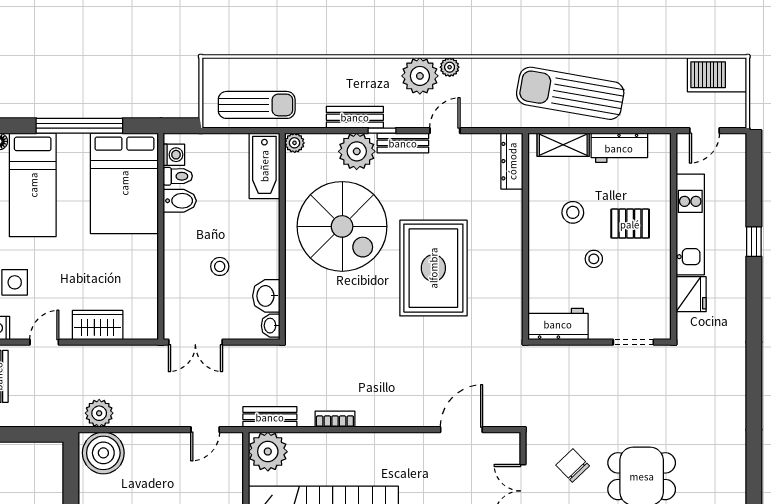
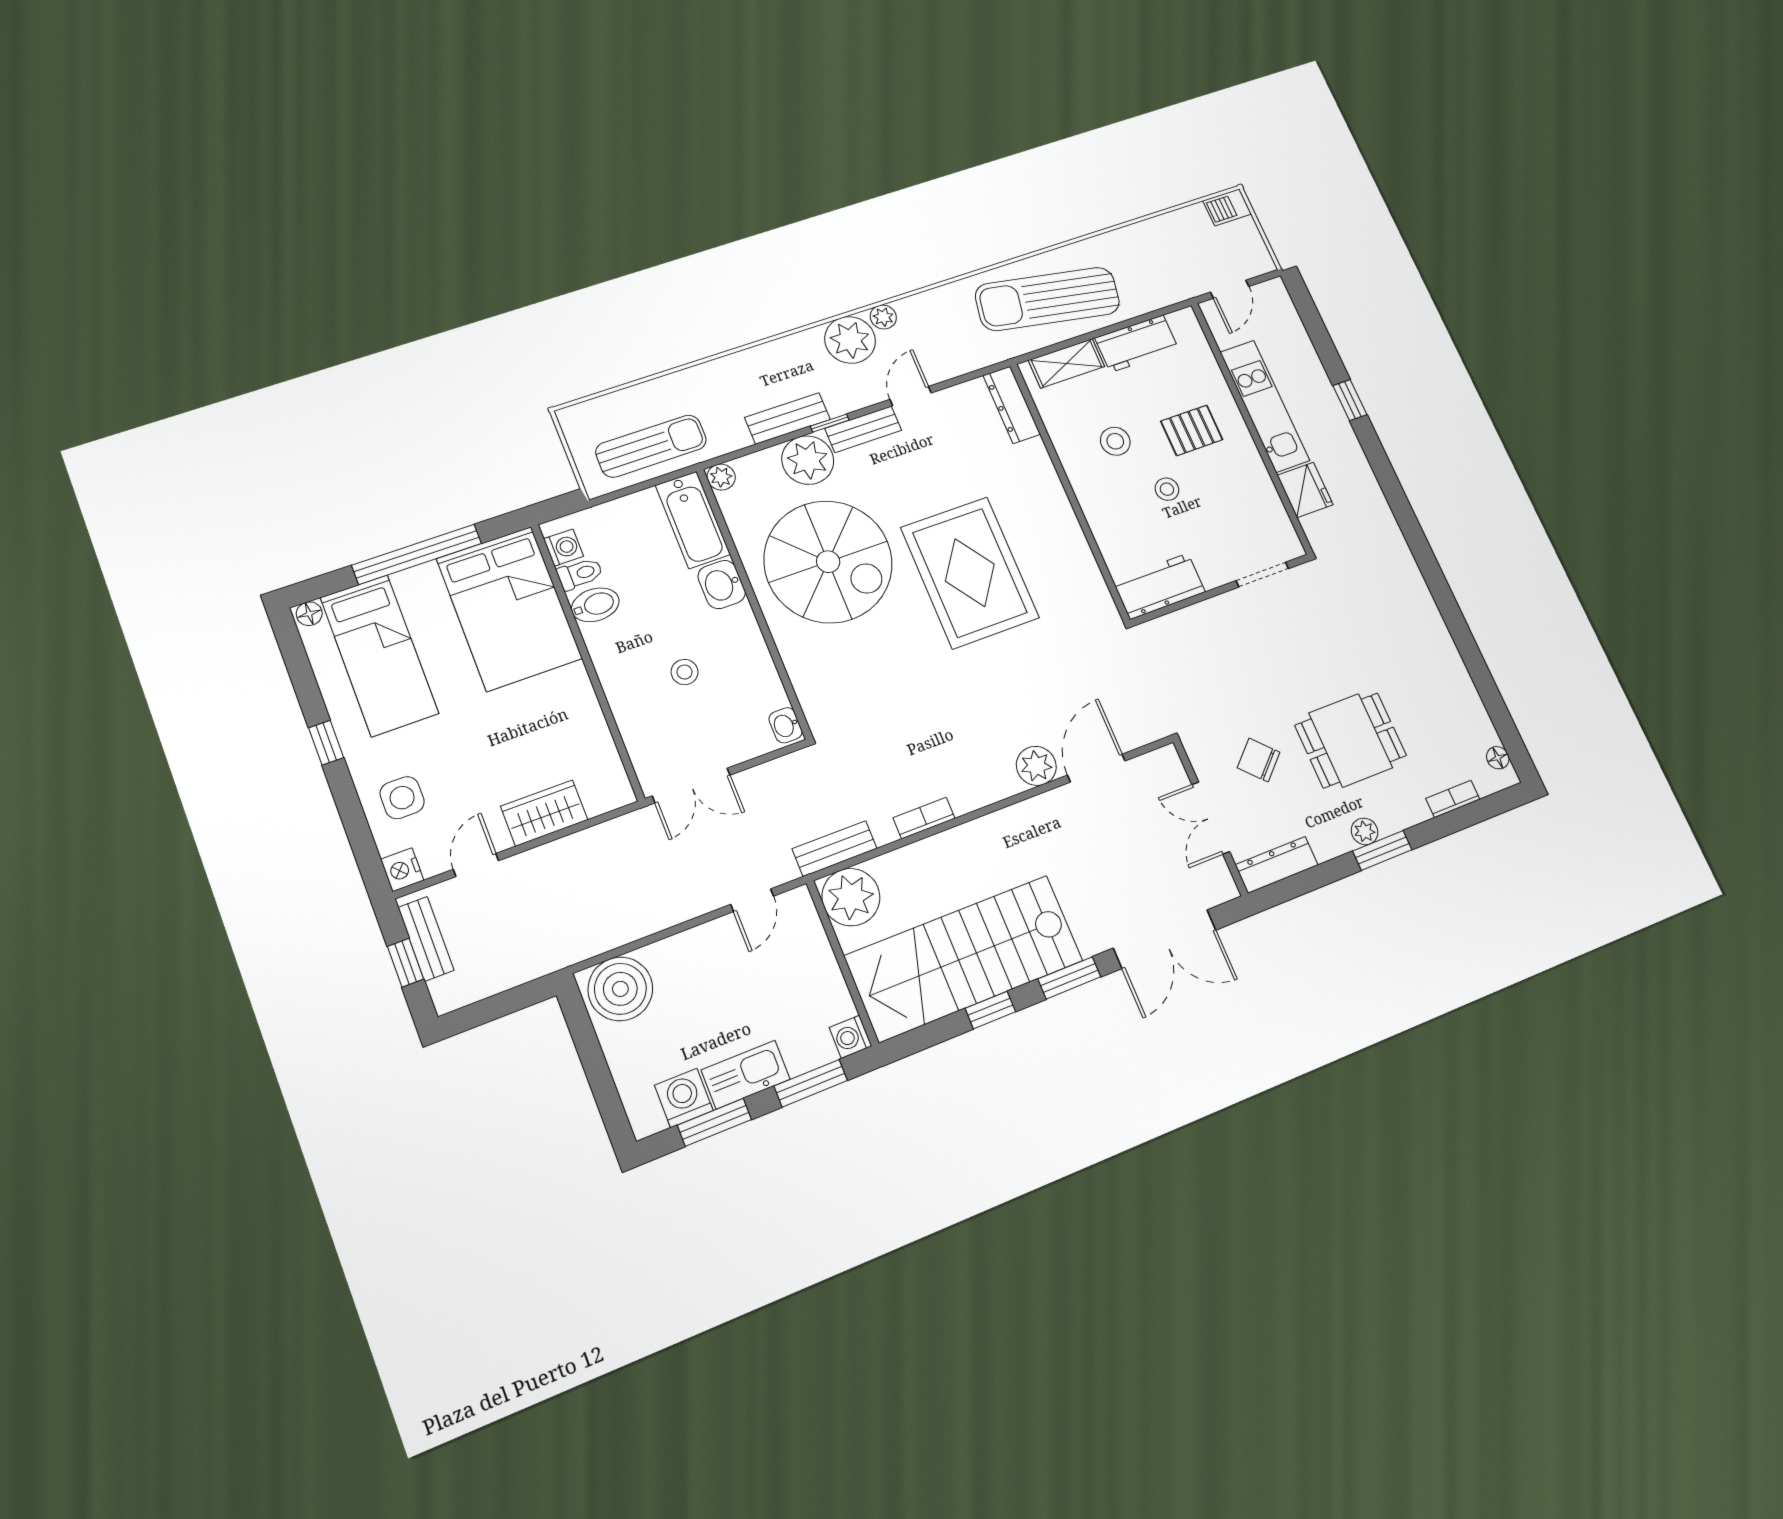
barbecue: (717, 75) -> (1227, 207), width x0.53, depth x0.65
washbasin: (266, 296) -> (722, 584), moved
plant: (99, 413) -> (1036, 766), moved

